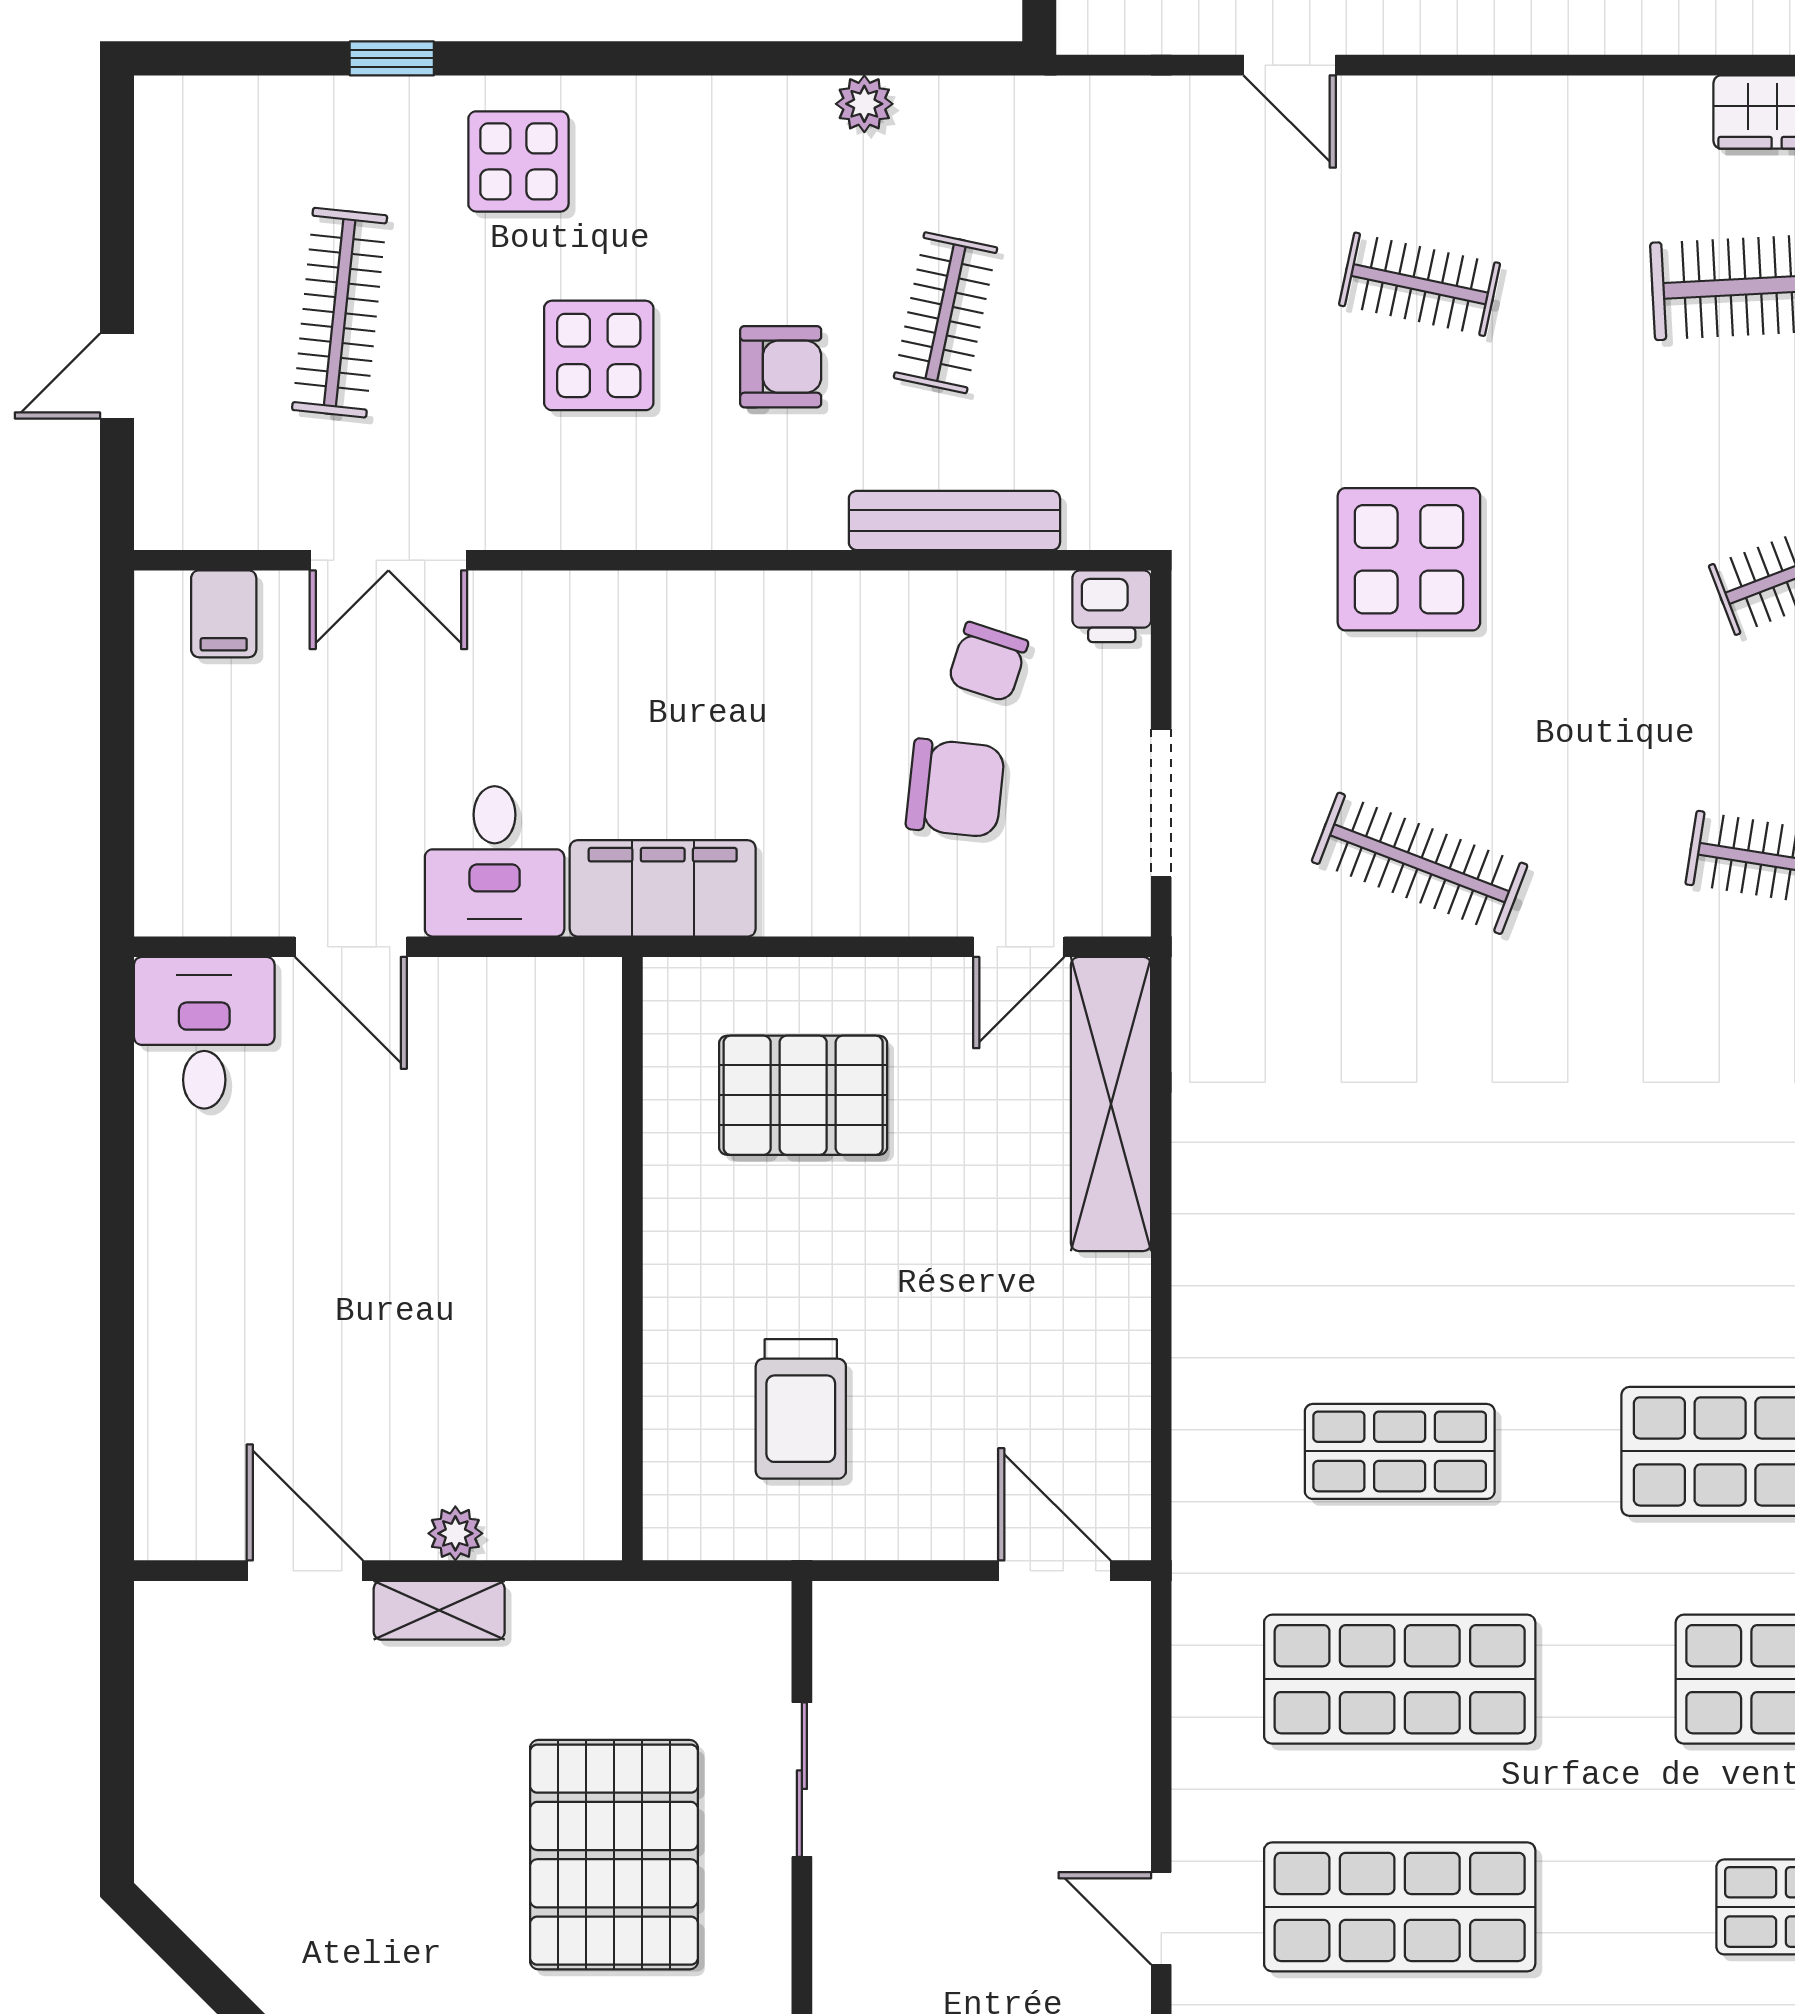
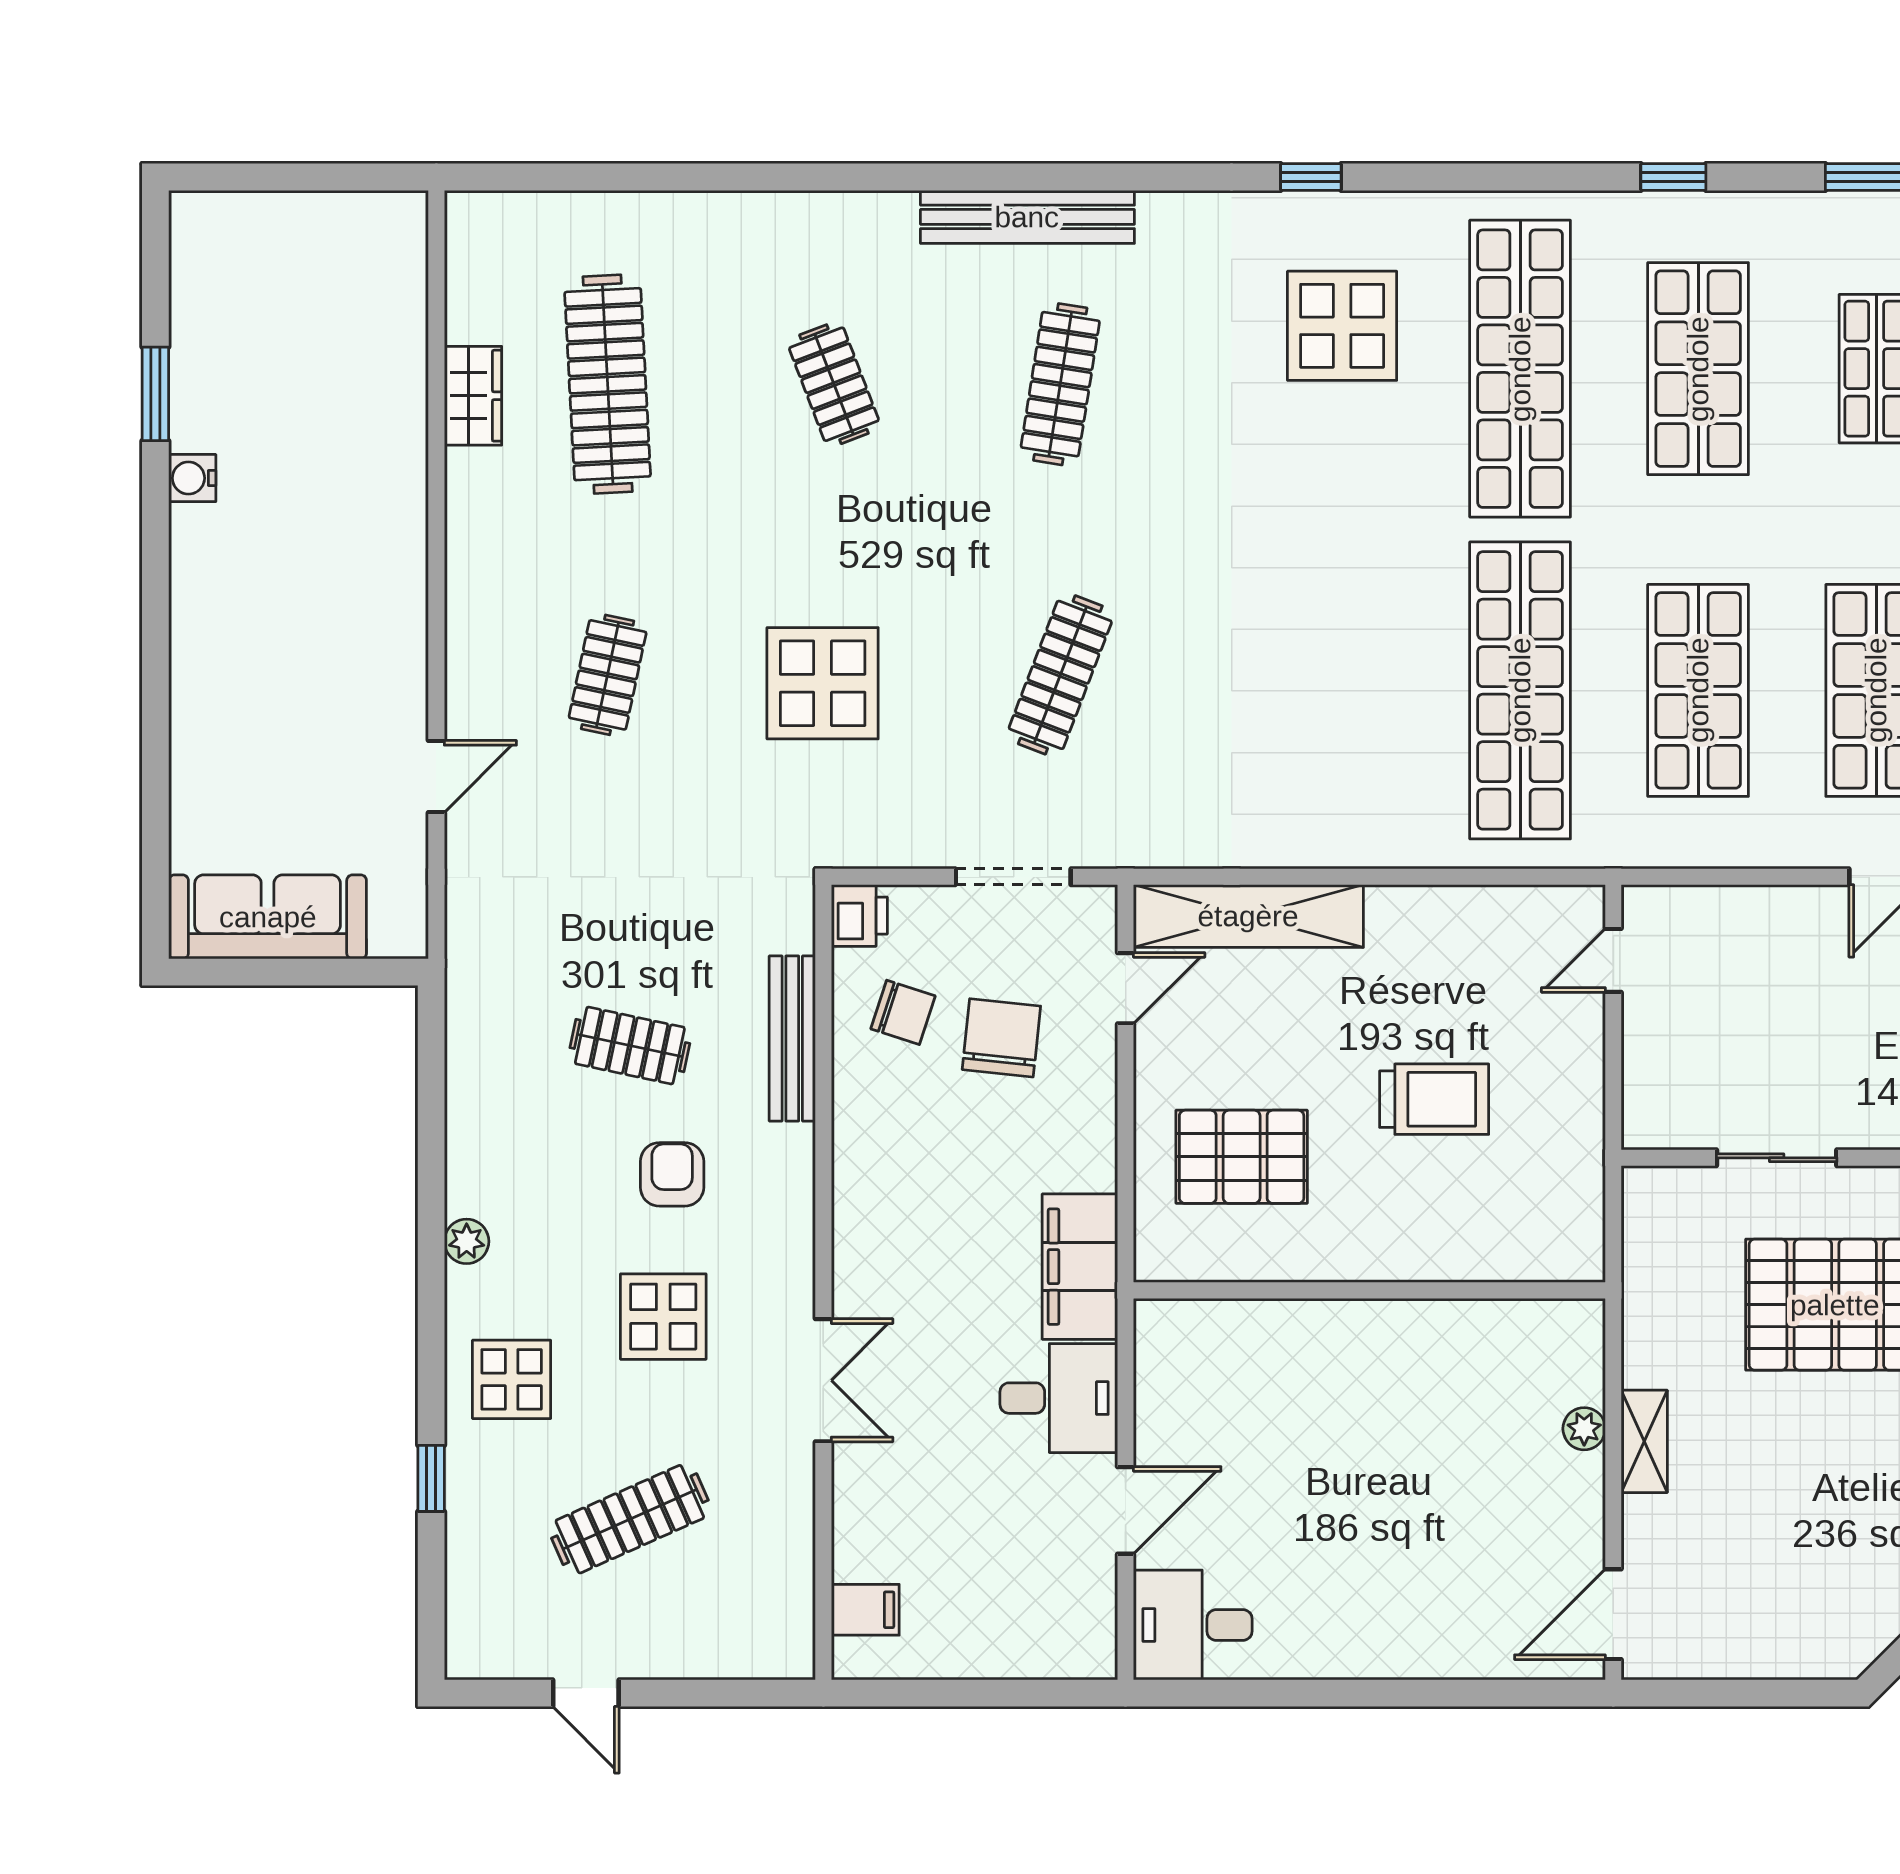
plant: (864, 104) -> (467, 1241), moved
clothes rail: (340, 313) -> (630, 1519), turned -30
door: (117, 376) -> (586, 1693), moved
double door: (388, 560) -> (823, 1380), moved
door: (1019, 947) -> (1126, 988), hinge flipped
pallet: (803, 1095) -> (1242, 1157), turned 90
trolley: (801, 1409) -> (1434, 1099), moved
shop shelf: (1400, 1451) -> (1520, 690), width x2.00, depth x1.36
door: (305, 1571) -> (1613, 1614), moved
door: (1054, 1571) -> (1613, 960), width x0.73

